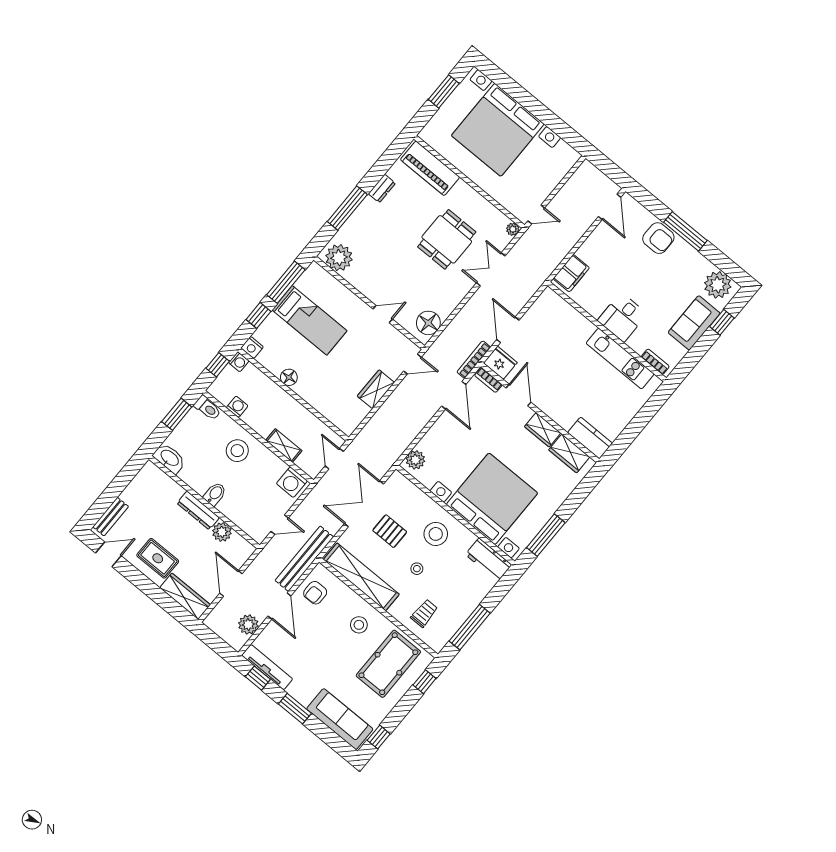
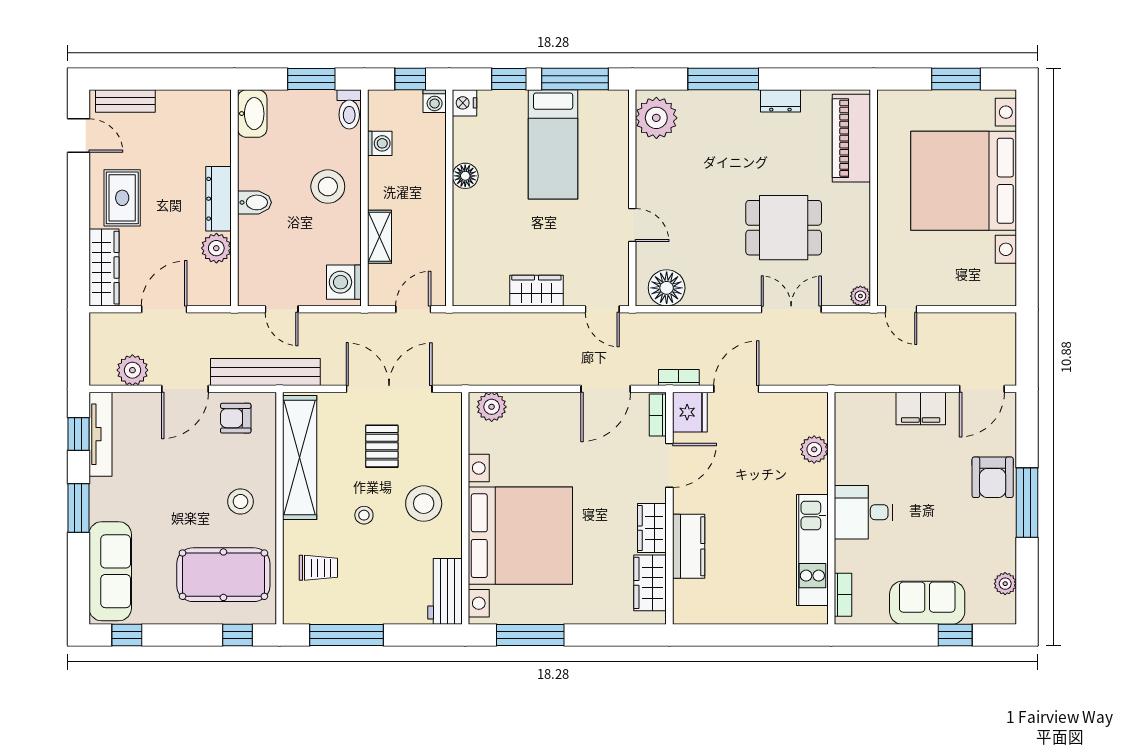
filing cabinet: (571, 273) -> (921, 409), moved
plant: (718, 285) -> (1005, 584), width x0.53, depth x0.53
plant: (570, 316) -> (814, 449), added
bookcase: (474, 360) -> (679, 378), width x0.64
kitchen counter: (590, 438) -> (689, 546), moved

